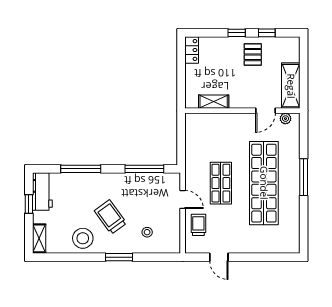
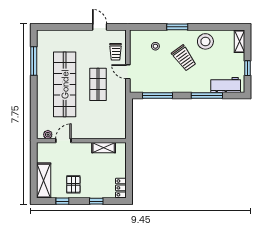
window: (237, 33) -> (96, 201), moved
shelving: (291, 86) -> (44, 181), moved
window: (304, 177) -> (34, 61), moved
workbench: (42, 192) -> (226, 85), moved, turned 90

